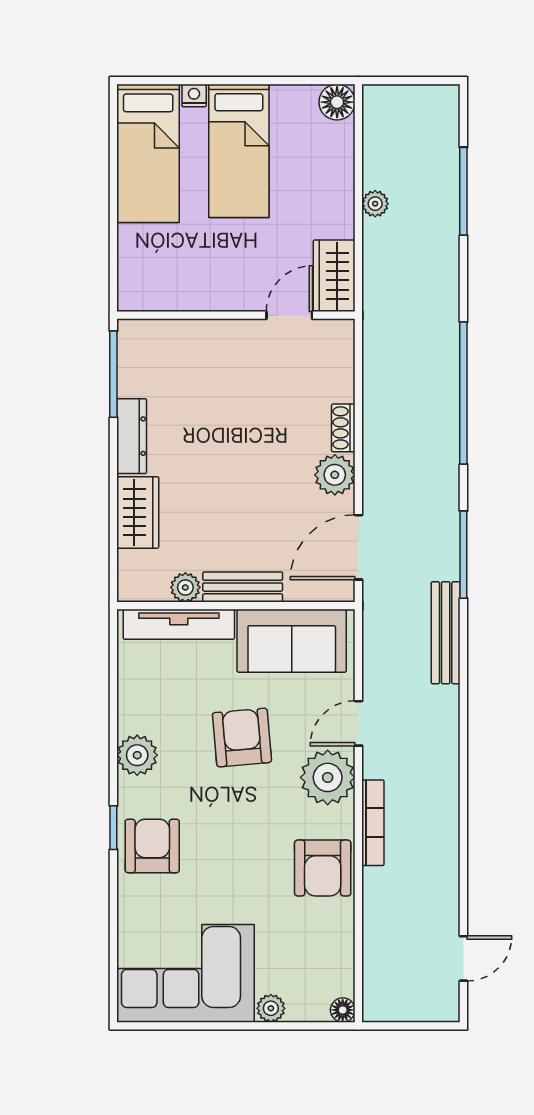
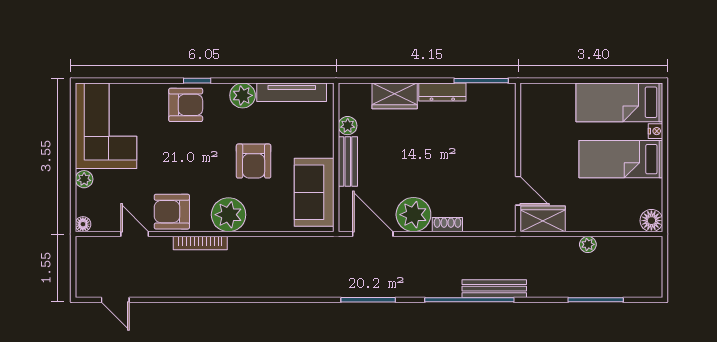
plant: (335, 475) -> (413, 215), width x1.36, depth x1.36
tv unit: (179, 624) -> (292, 92), moved, turned -90
bench: (446, 633) -> (494, 289), moved
door: (358, 723) -> (135, 234), moved
armchair: (242, 738) -> (254, 161), turned 95

